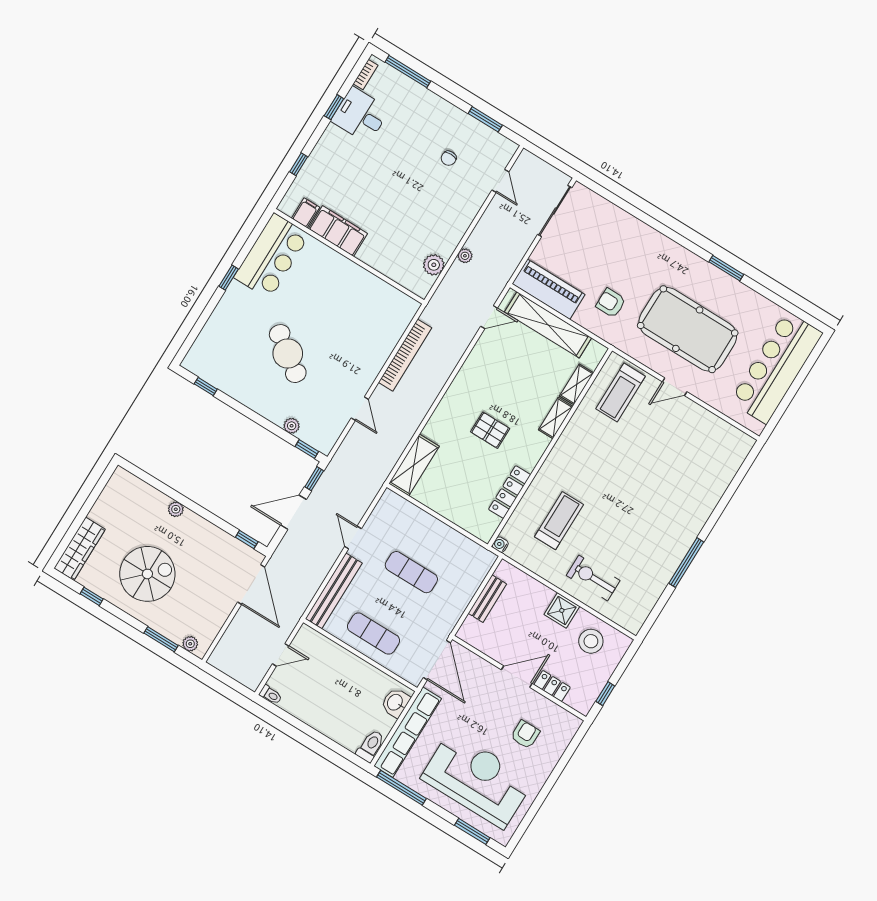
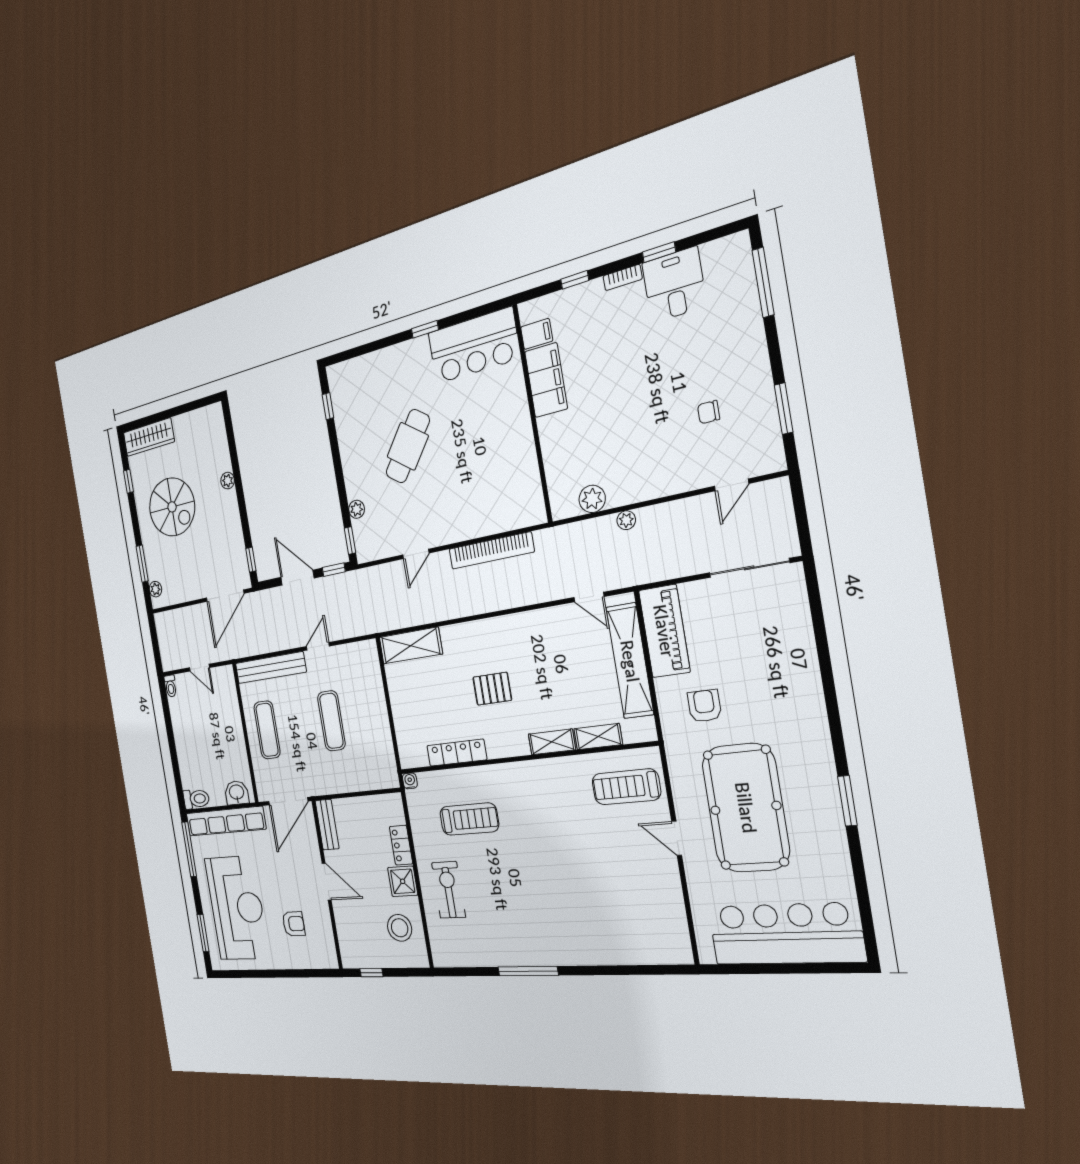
bookcase: (365, 75) -> (623, 278), moved
pallet: (490, 430) -> (492, 689), turned 90
bench: (487, 599) -> (327, 825), moved, turned 90
locker: (552, 686) -> (401, 845), moved, turned 180

